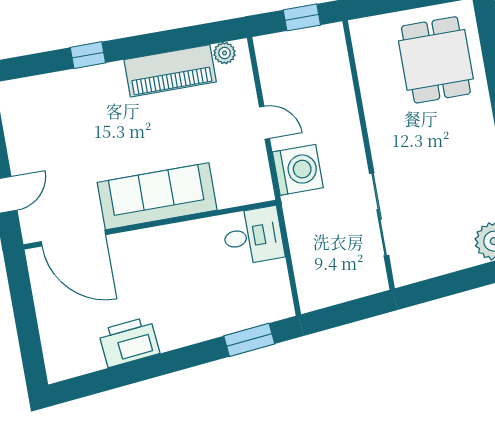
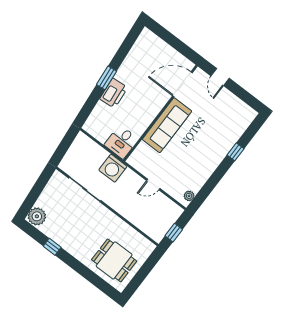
piano: (170, 71) -> (202, 173), removed
washing machine: (298, 170) -> (113, 168), moved
window: (249, 340) -> (107, 78), moved
printer: (129, 342) -> (114, 93), moved

